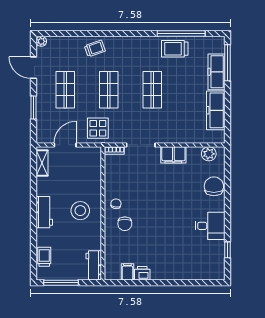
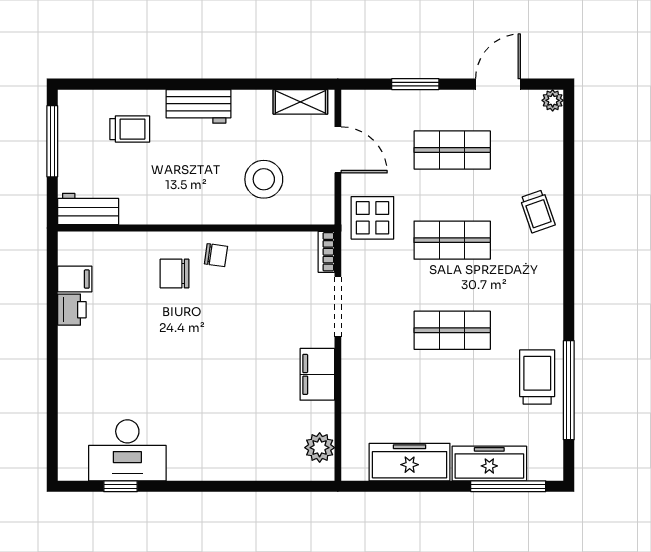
chair: (214, 186) -> (252, 458), removed
stool: (80, 211) -> (264, 179), moved
desk: (210, 226) -> (127, 450), moved, width x1.37
trolley: (44, 257) -> (130, 129), moved

